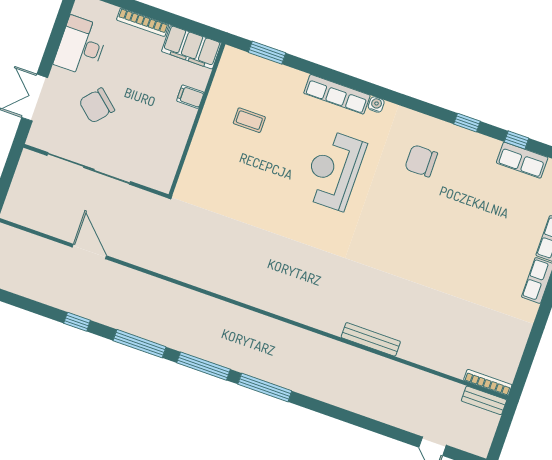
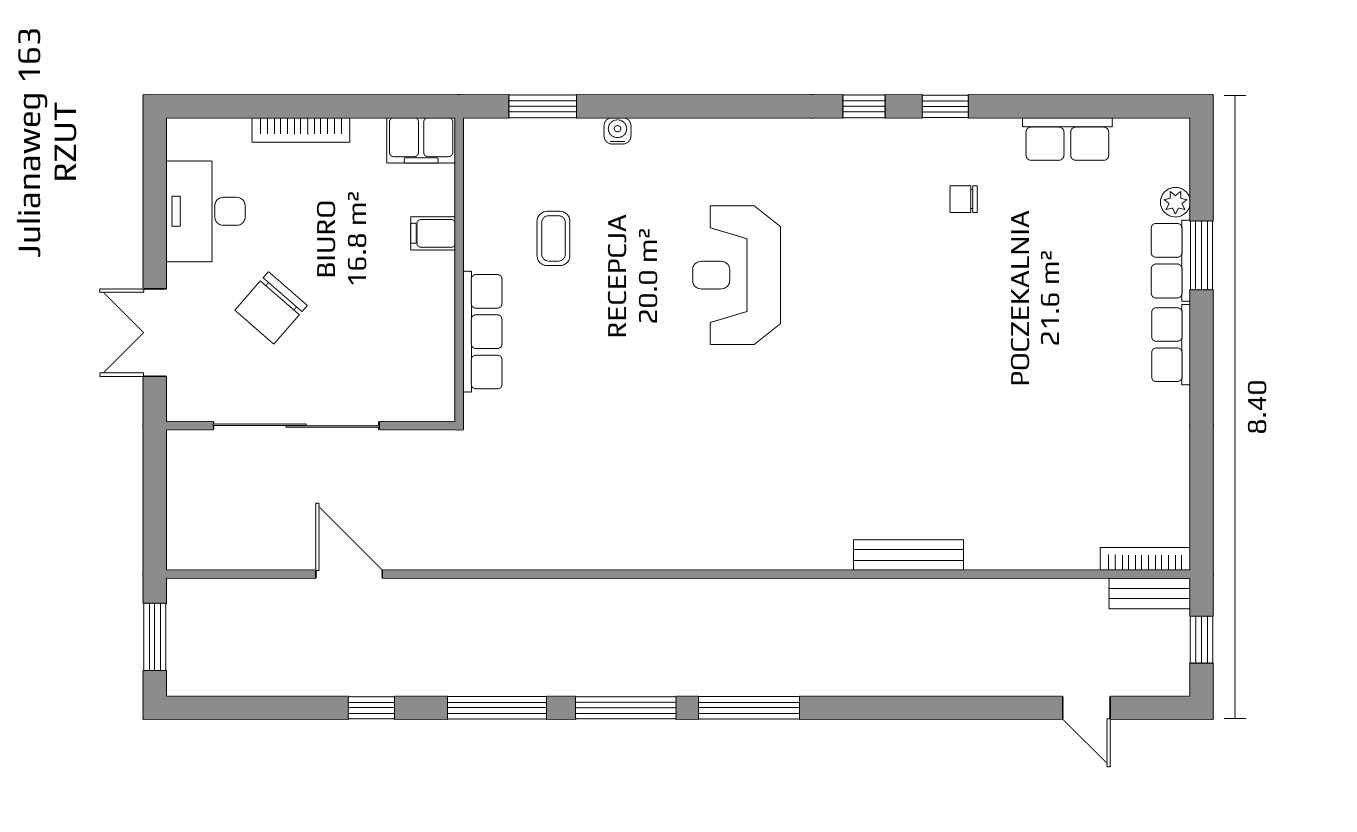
filing cabinet: (191, 47) -> (421, 140), width x0.67, depth x0.86
row of seats: (337, 94) -> (482, 332), moved, turned -90
water cooler: (376, 105) -> (617, 131), moved
coffee table: (249, 120) -> (553, 238), turned 90
window: (517, 140) -> (864, 106), moved
chair: (421, 161) -> (964, 199), moved, width x0.54, depth x0.54
window: (502, 432) -> (1201, 640), added

